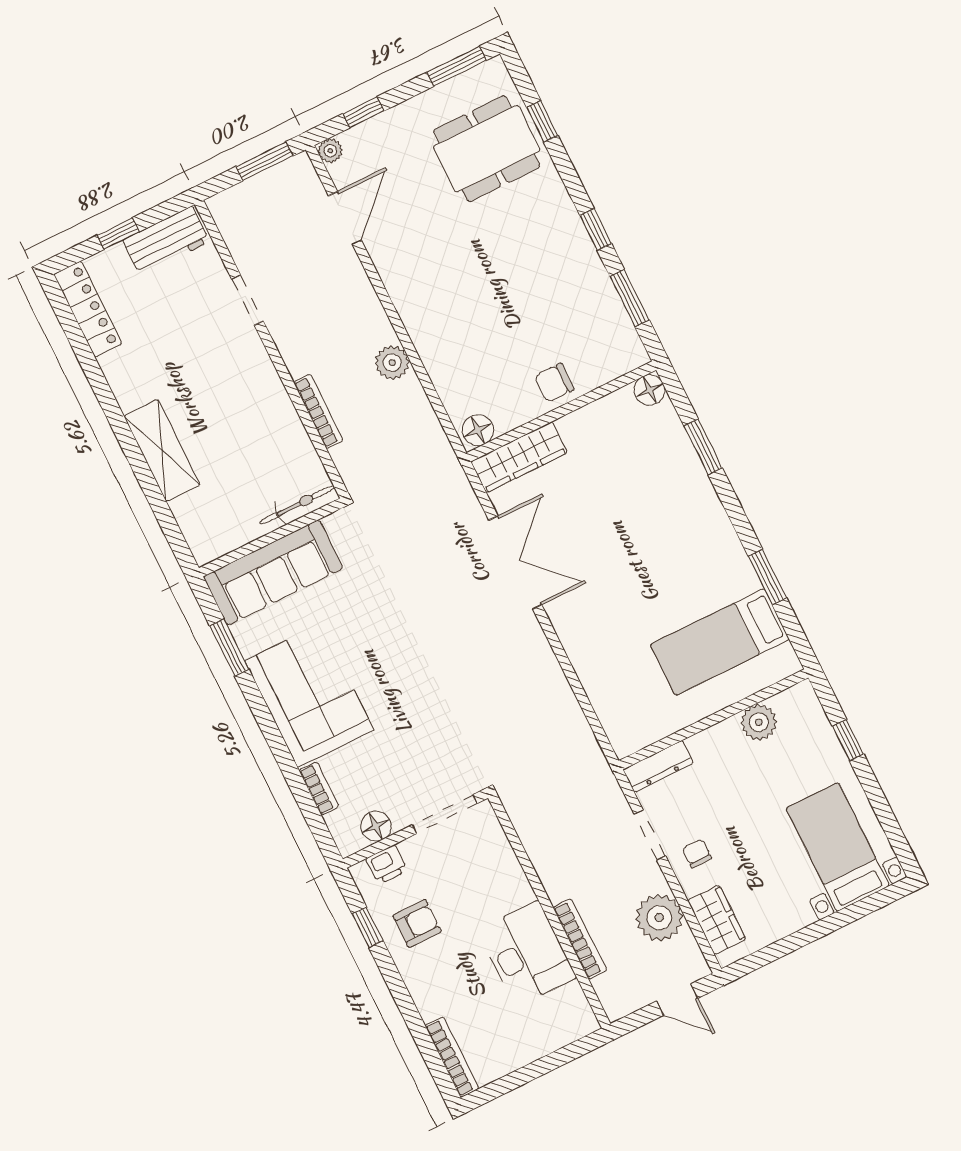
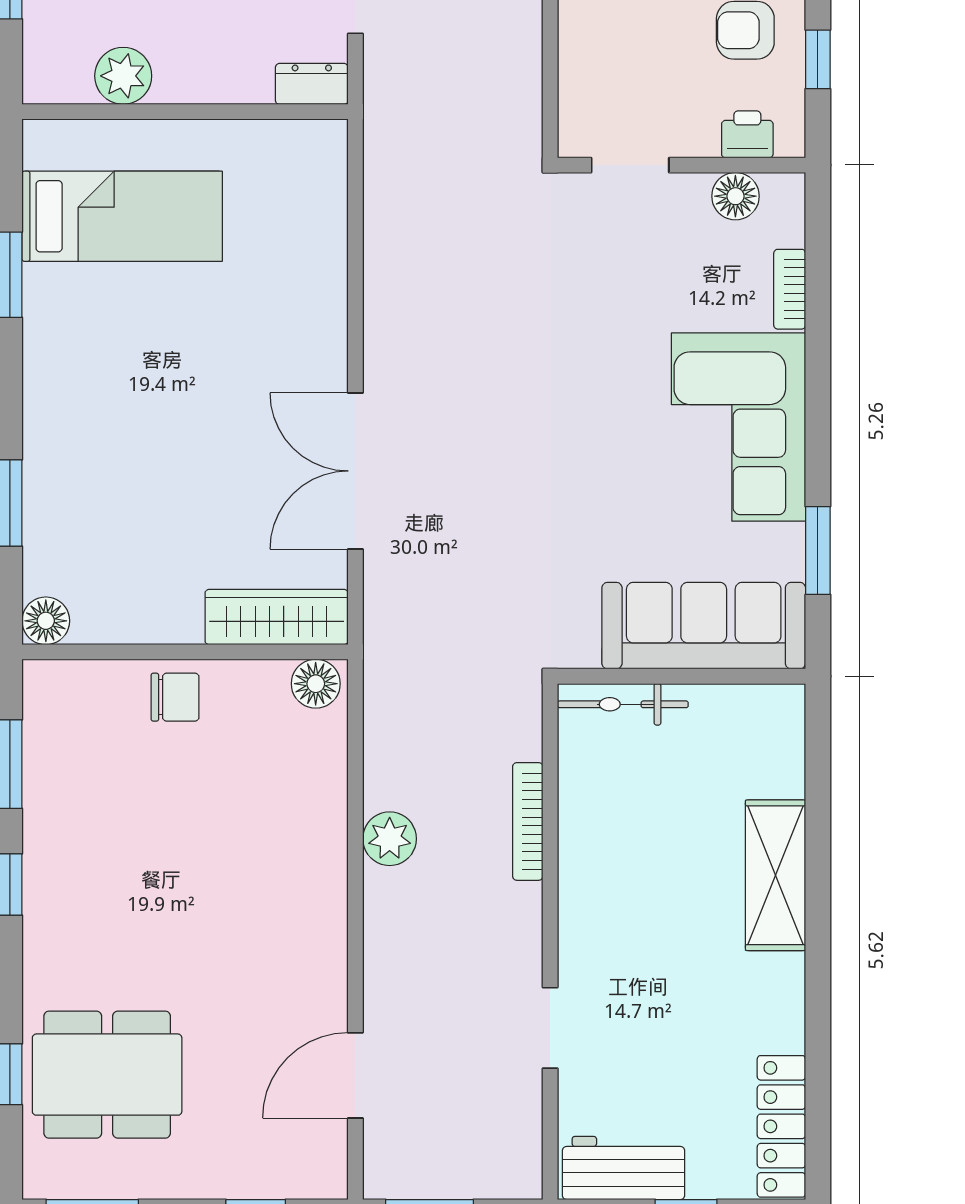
plant: (330, 151) -> (329, 1181), removed
dresser: (658, 766) -> (312, 84), width x0.70
doorway: (445, 814) -> (630, 165), width x0.73

